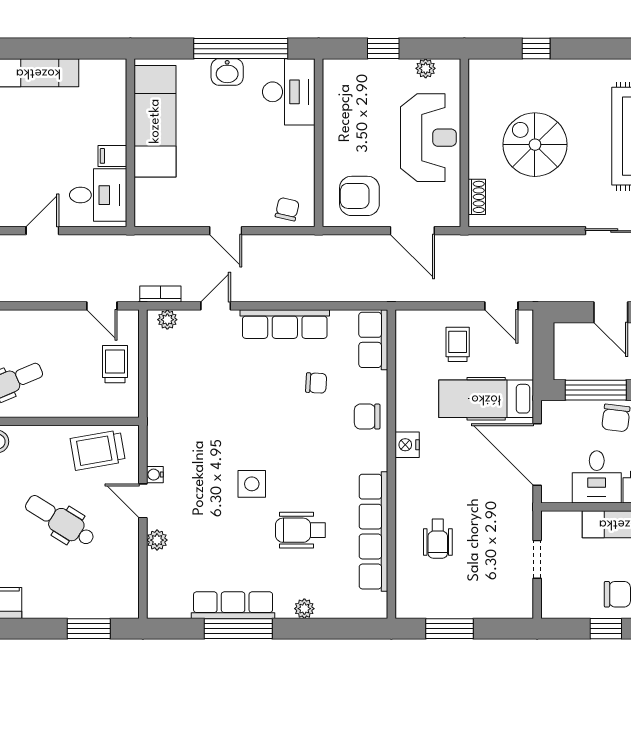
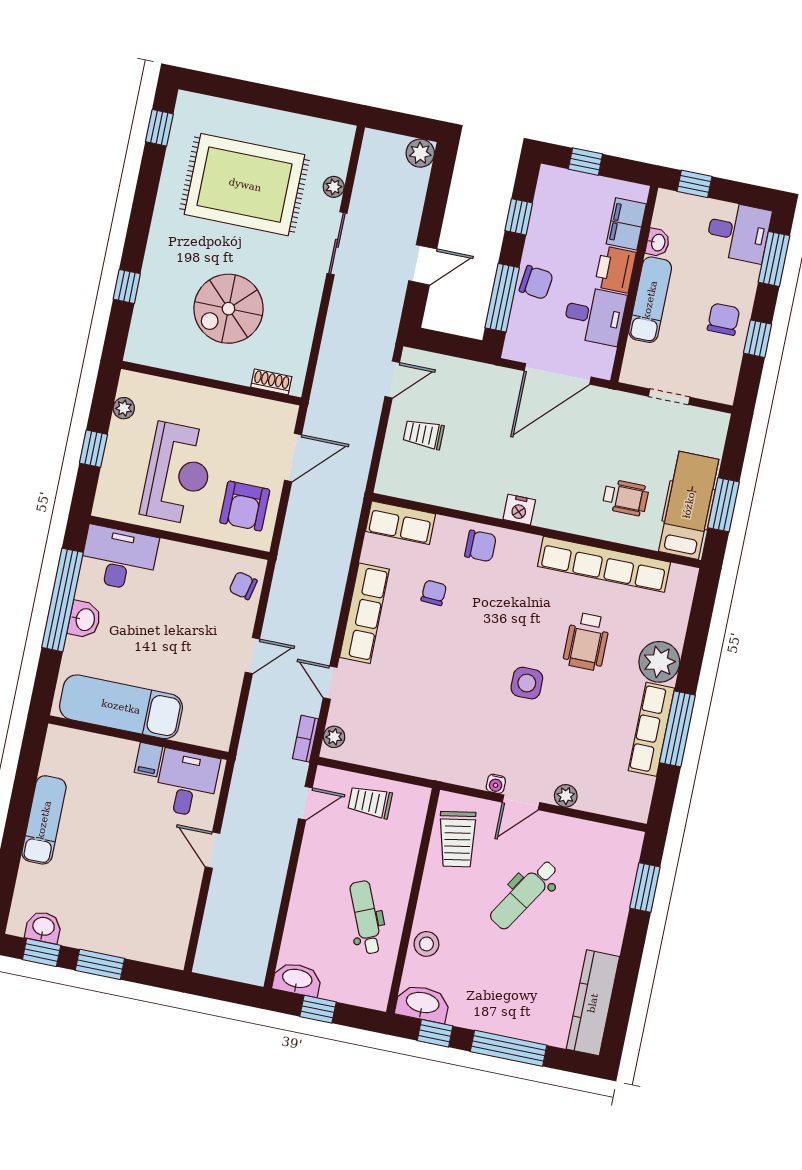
reception desk: (428, 138) -> (178, 473), moved, turned 90
hospital bed: (486, 399) -> (689, 505), moved, turned 180
chair: (367, 417) -> (480, 546), turned -90
plant: (304, 609) -> (659, 662), width x1.88, depth x1.88

